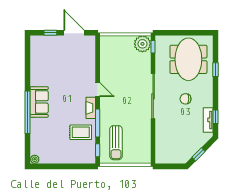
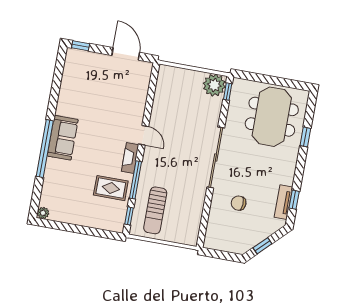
window: (50, 33) -> (81, 46), moved
chair: (186, 99) -> (239, 203), moved

